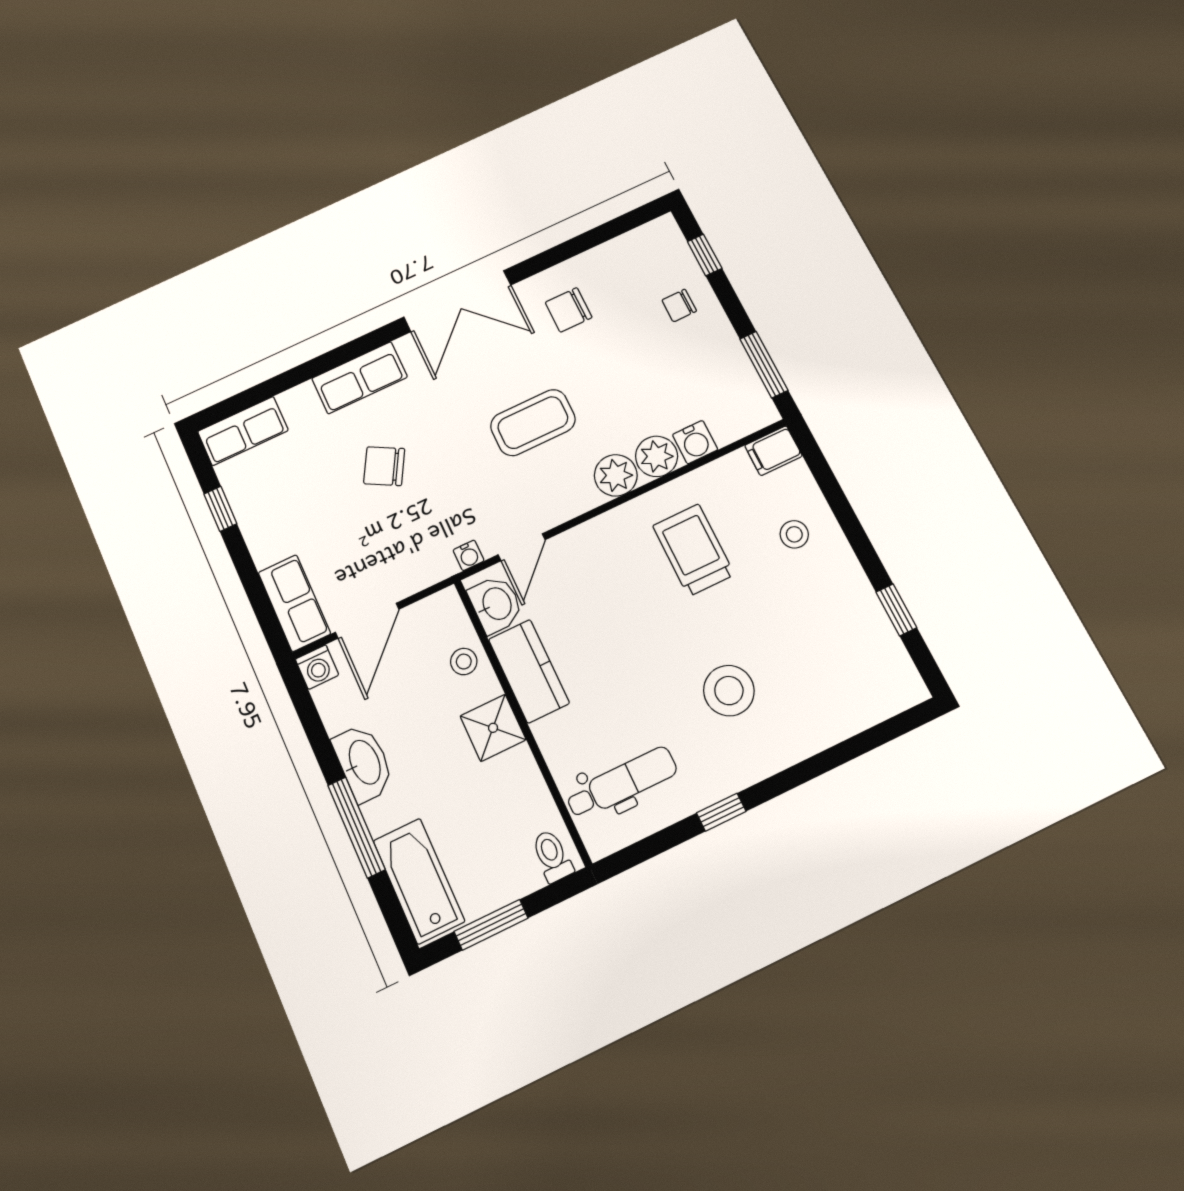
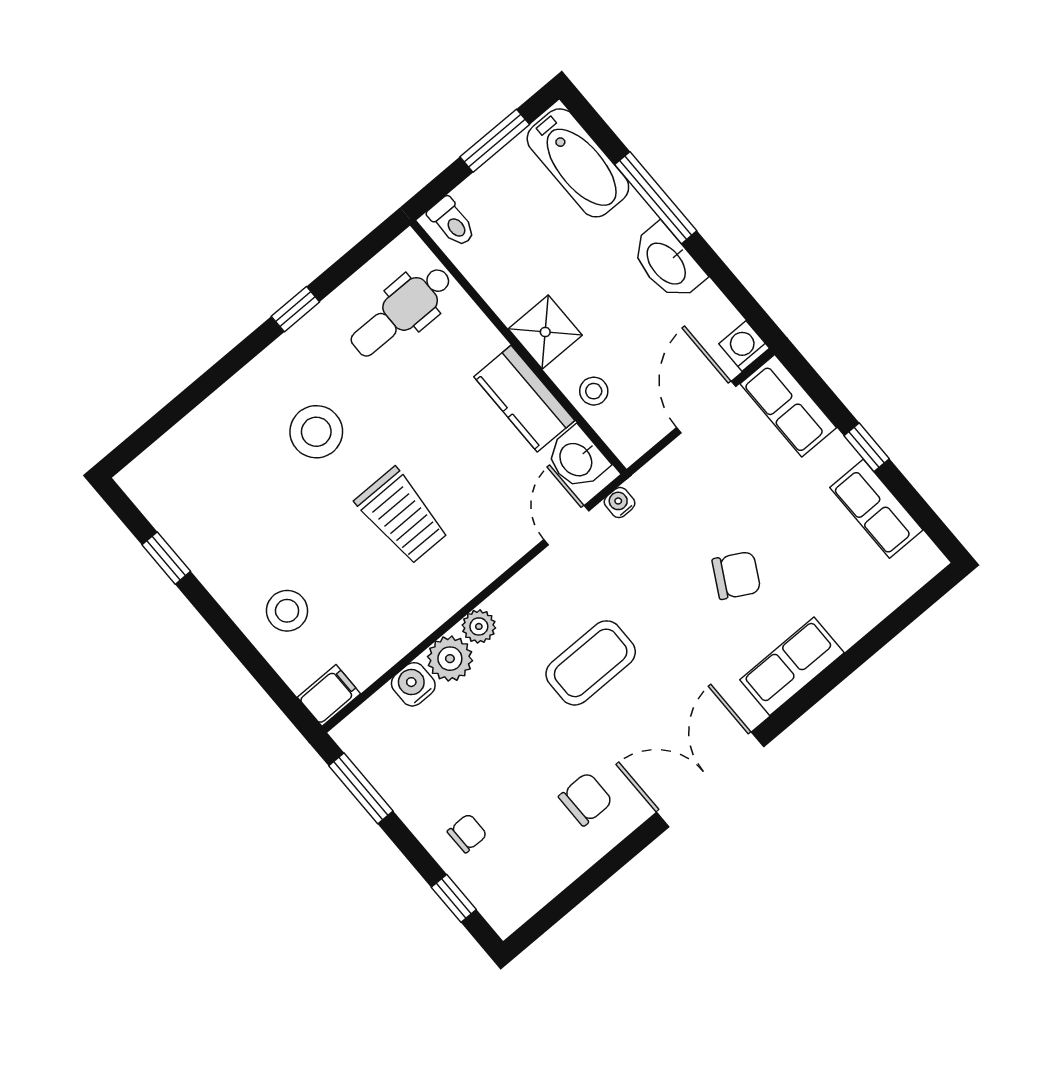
row of seats: (243, 431) -> (876, 509), moved, turned -90
plant: (616, 475) -> (479, 626), width x0.73, depth x0.73
window: (220, 509) -> (867, 447), moved
stool: (794, 534) -> (287, 611), width x1.37, depth x1.37
trolley: (693, 550) -> (402, 516), moved

